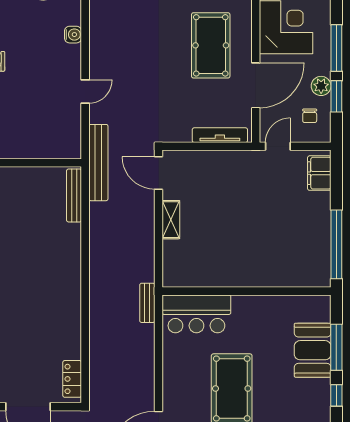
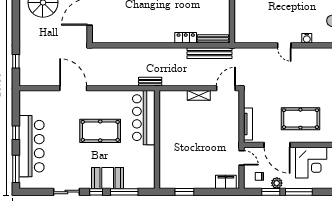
door: (85, 92) -> (284, 45), moved
bench: (98, 163) -> (209, 53), moved
window: (336, 244) -> (184, 192), width x0.47
bar counter: (196, 314) -> (144, 118), width x1.36
booth: (313, 350) -> (108, 178), moved
locker: (72, 379) -> (186, 38), moved

